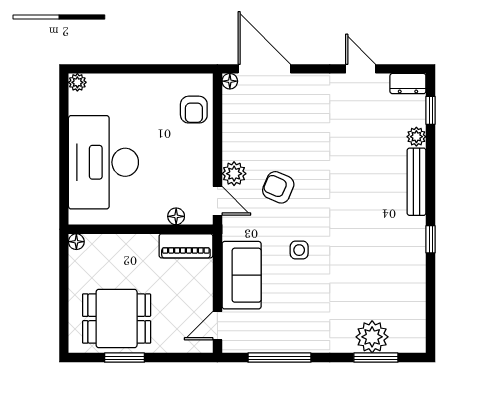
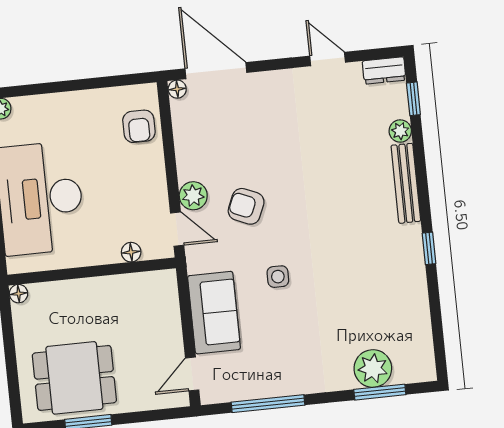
piano: (186, 246) -> (146, 285), removed

